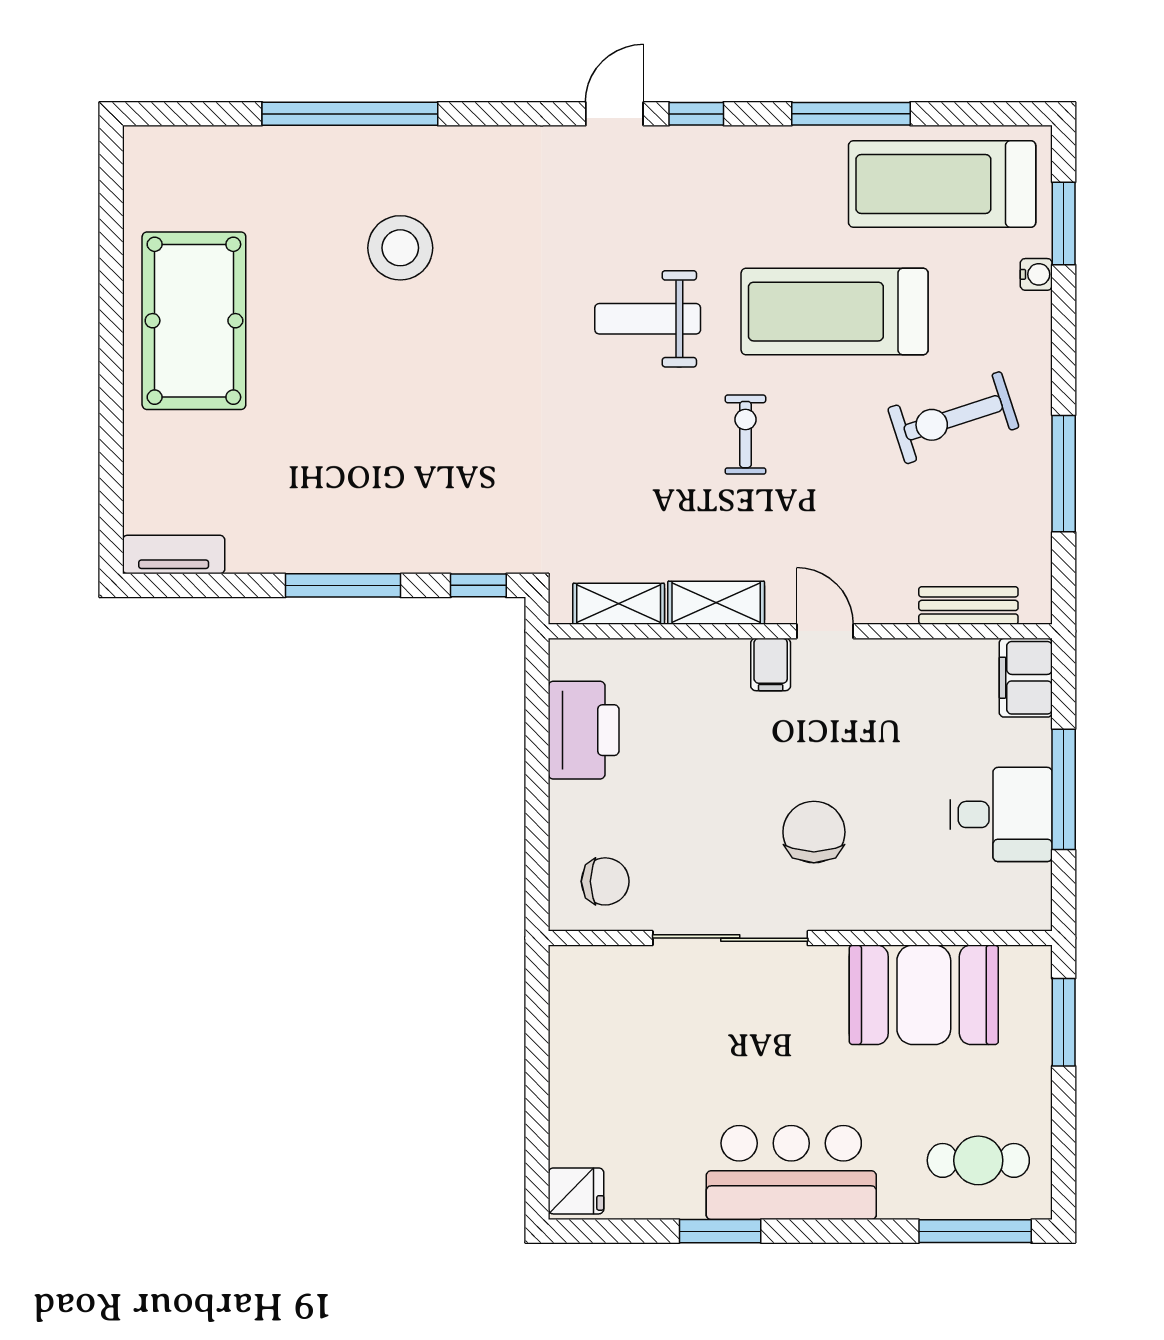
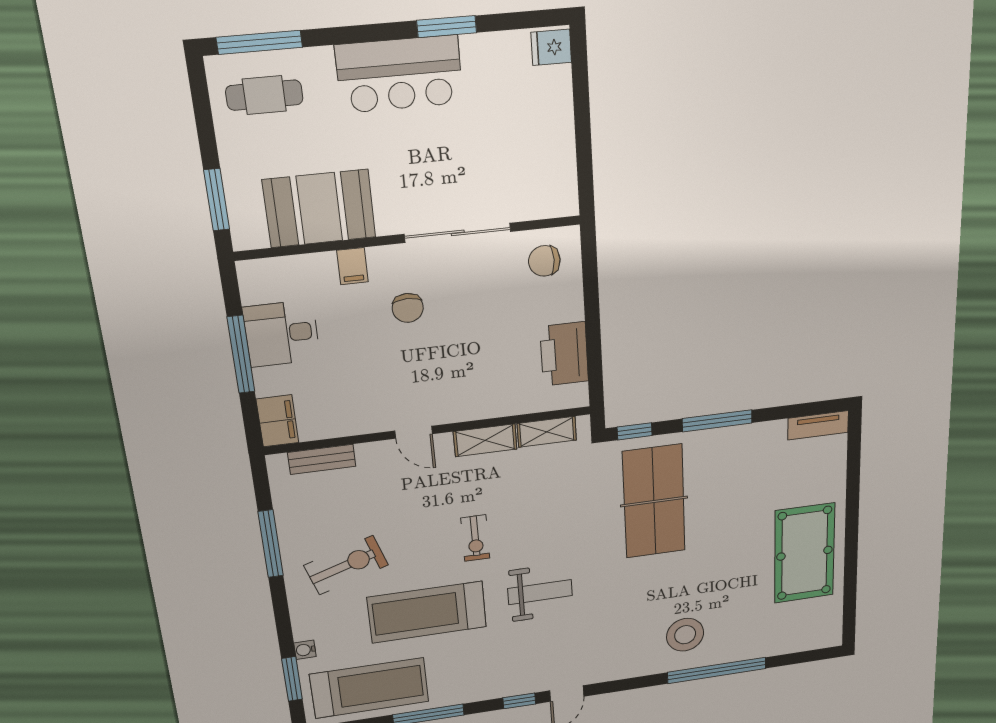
stool: (400, 248) -> (685, 635), moved
treadmill: (835, 312) -> (427, 612), turned 180
table tennis table: (451, 457) -> (654, 501), added
filing cabinet: (771, 664) -> (352, 266), moved, turned 180
chair: (814, 832) -> (408, 308), width x0.73, depth x0.73

